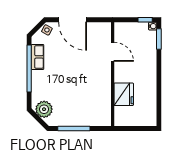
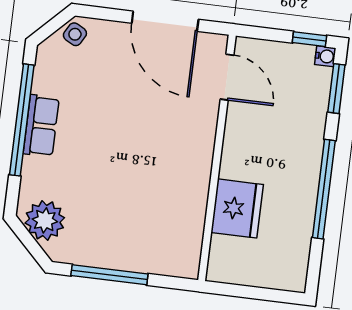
door: (73, 20) -> (165, 21), moved
door: (113, 52) -> (227, 77), moved
row of seats: (38, 57) -> (41, 126), moved
window: (159, 82) -> (324, 189), added

